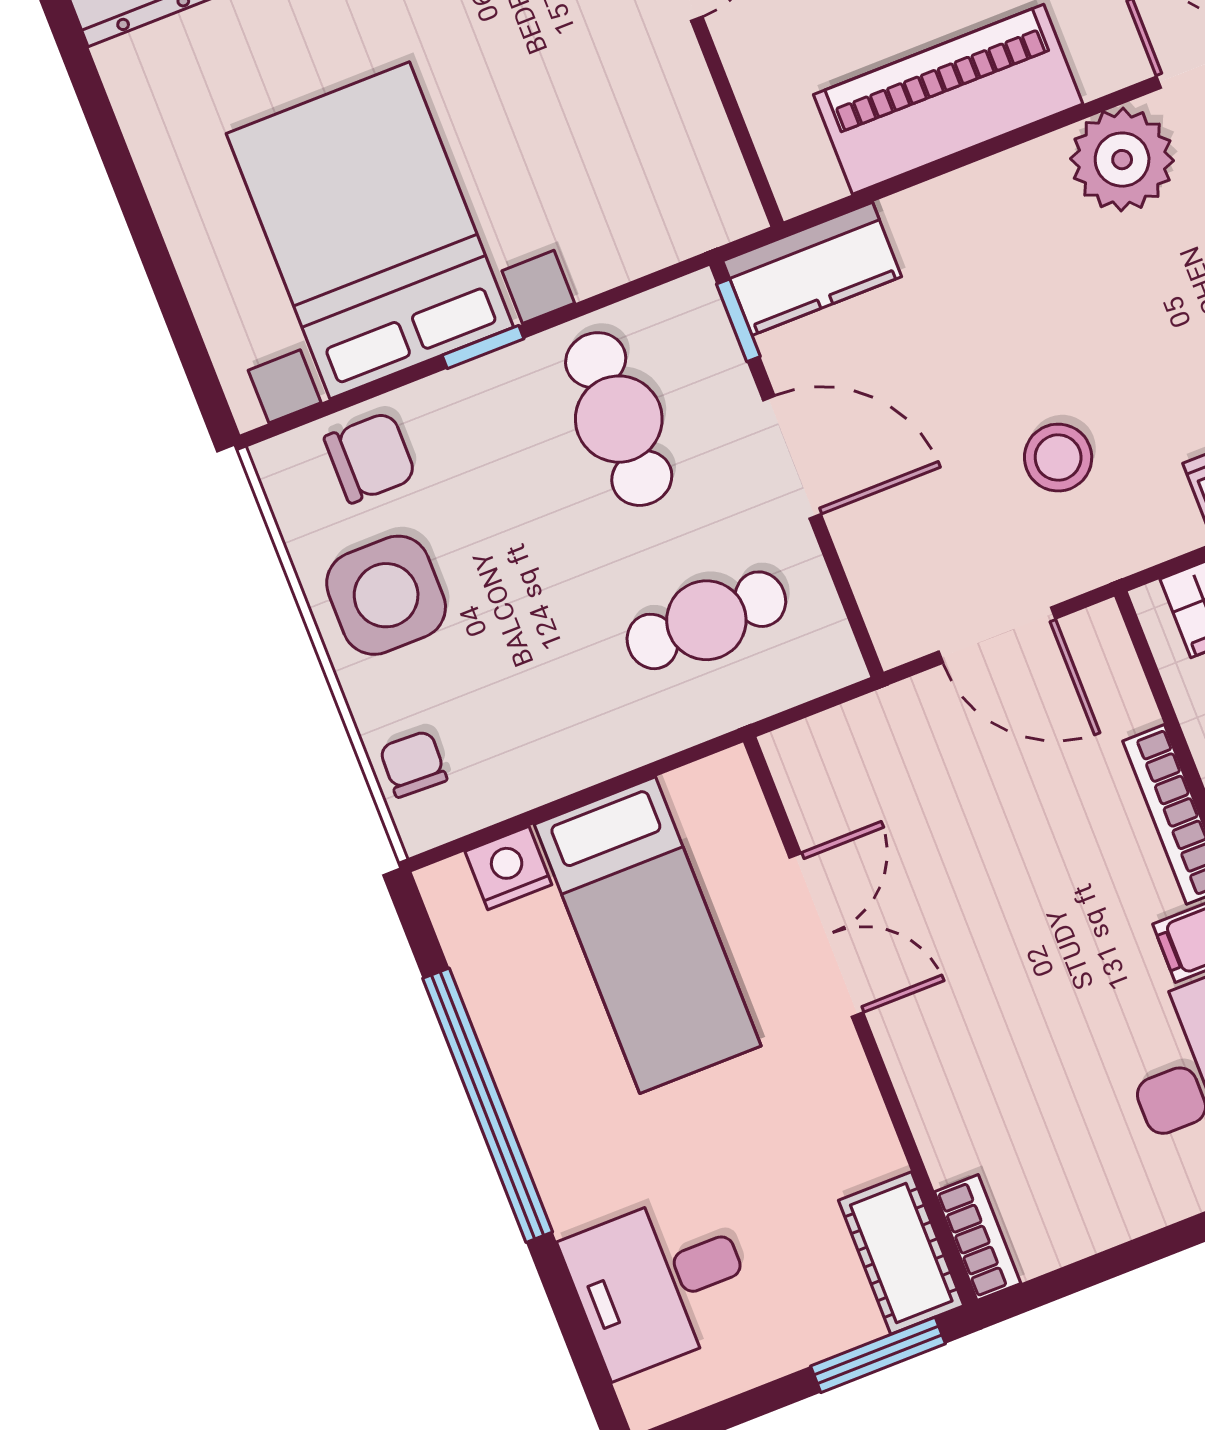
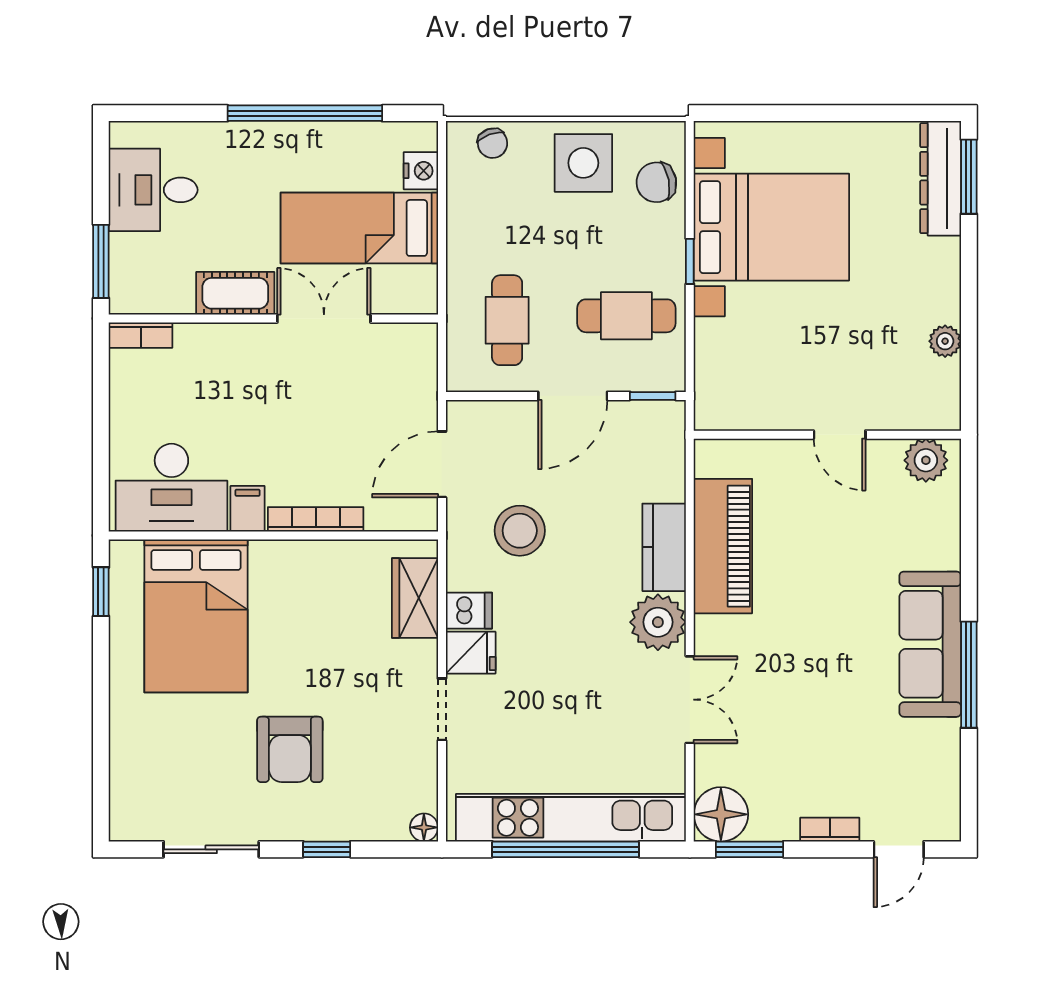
kitchen counter: (812, 269) -> (664, 547), moved
chair: (370, 457) -> (656, 182), turned 79
stool: (1058, 458) -> (520, 531), width x1.38, depth x1.38
chair: (413, 764) -> (493, 143), turned 68
double door: (826, 935) -> (324, 318), swing flipped
cot: (901, 1253) -> (235, 293), moved
desk: (660, 1283) -> (153, 190), moved, turned -90

